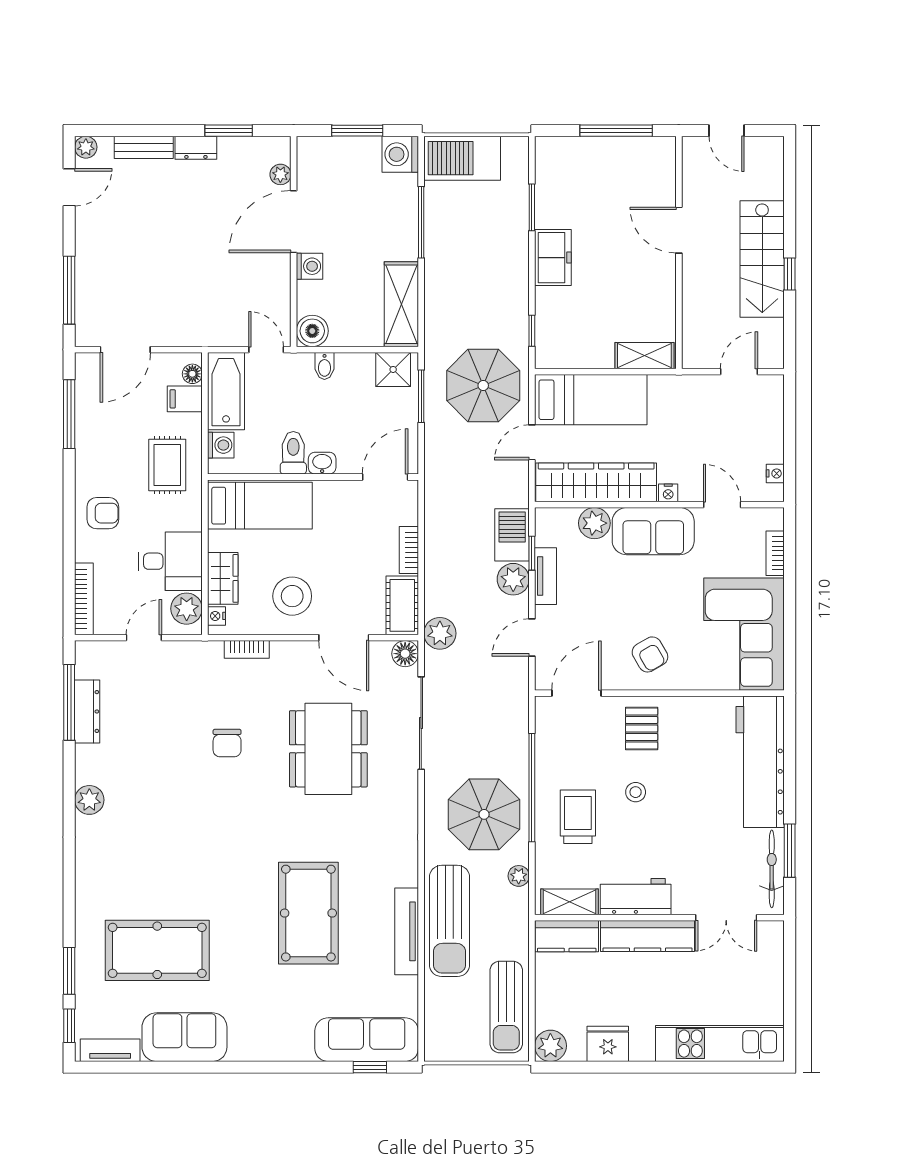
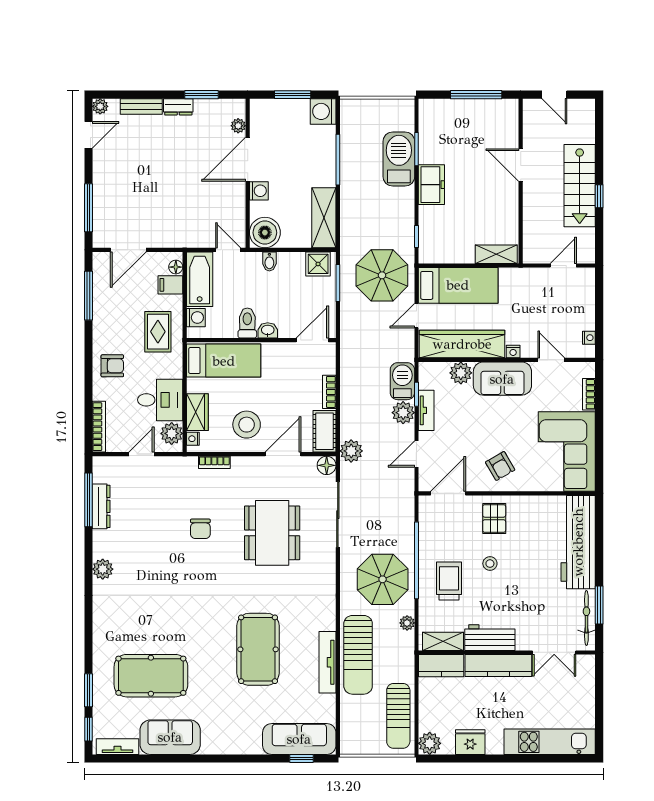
barbecue: (462, 158) -> (399, 159), moved, turned 90
boiler: (312, 331) -> (265, 233), width x1.37, depth x1.37
door: (344, 638) -> (283, 454), swing flipped

